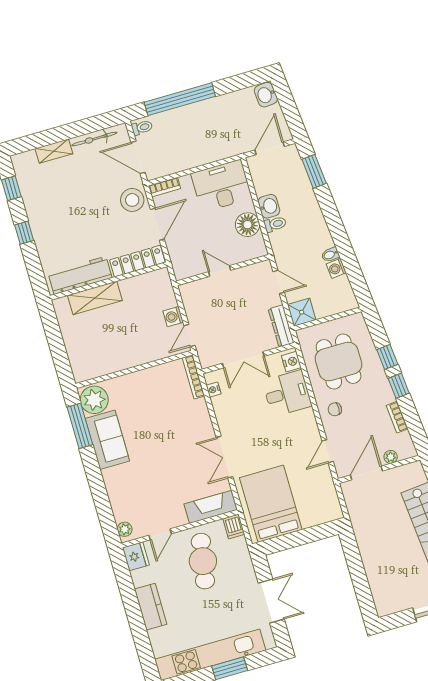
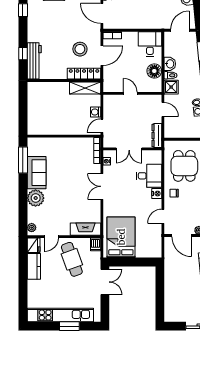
desk: (221, 186) -> (150, 44), width x0.73
stool: (132, 200) -> (80, 49), moved
window: (24, 233) -> (23, 54), moved
workbench: (80, 275) -> (34, 61), moved, turned 90
shelving: (95, 298) -> (85, 88), moved
shower: (302, 312) -> (171, 87), moved
nightstand: (291, 362) -> (157, 194), moved
plant: (94, 400) -> (36, 198), moved
double door: (225, 457) -> (102, 186), moved
door: (366, 473) -> (182, 236), swing flipped
cafe table: (203, 561) -> (72, 259), turned -30
double door: (271, 601) -> (105, 282), moved
kitchen counter: (151, 607) -> (34, 266), moved

